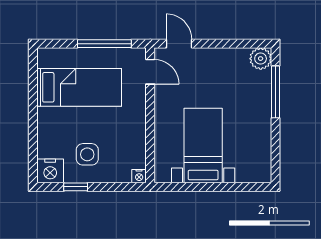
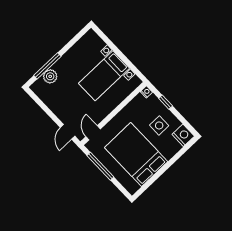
plant: (261, 59) -> (50, 76), moved
bed: (79, 87) -> (136, 155), width x1.50
window: (76, 187) -> (166, 102), moved

